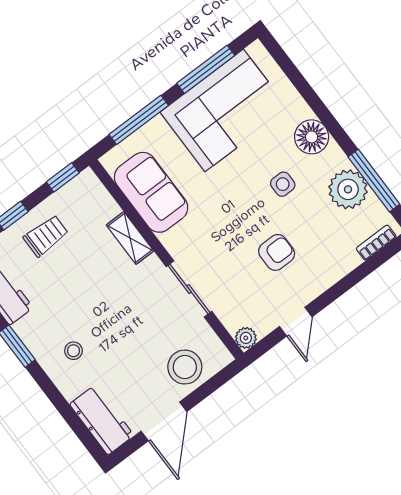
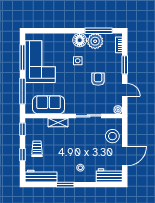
floor lamp: (312, 137) -> (80, 40), moved
window: (345, 284) -> (125, 65), added
door: (164, 421) -> (125, 156), hinge flipped

